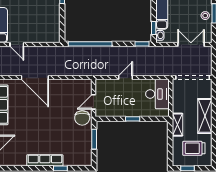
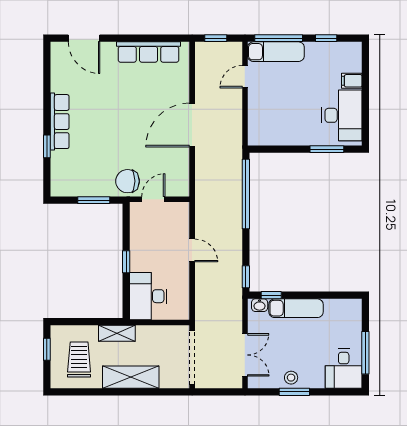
door: (35, 78) -> (192, 125), moved
desk: (157, 94) -> (148, 296), moved, turned 90
door: (94, 102) -> (153, 199), hinge flipped

